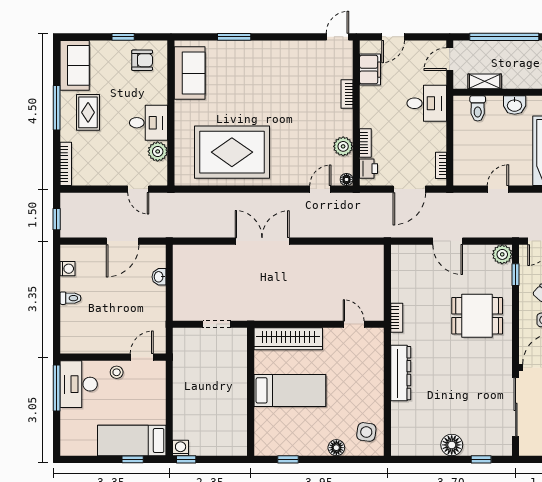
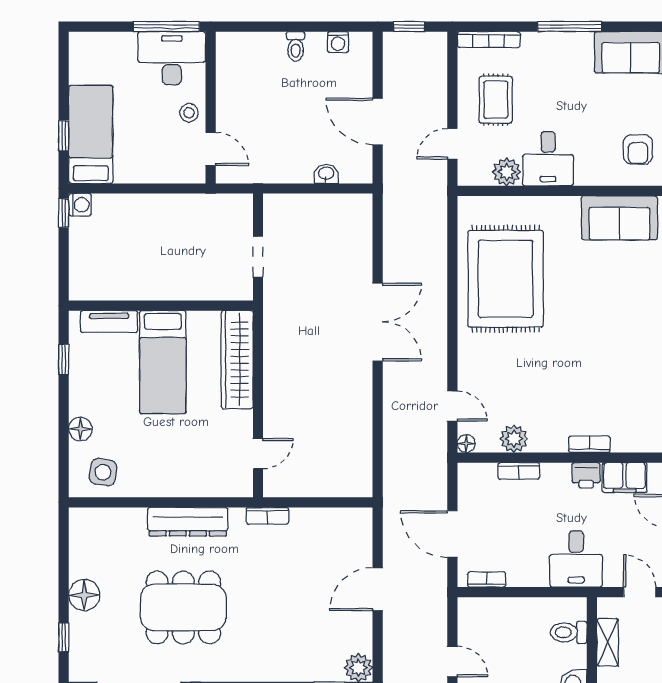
rug: (88, 112) -> (496, 100), moved, turned 90
printer: (369, 169) -> (586, 475), moved
dining table: (477, 316) -> (183, 607), moved, width x1.38
tv unit: (262, 428) -> (109, 321), added

